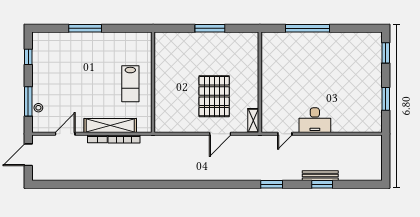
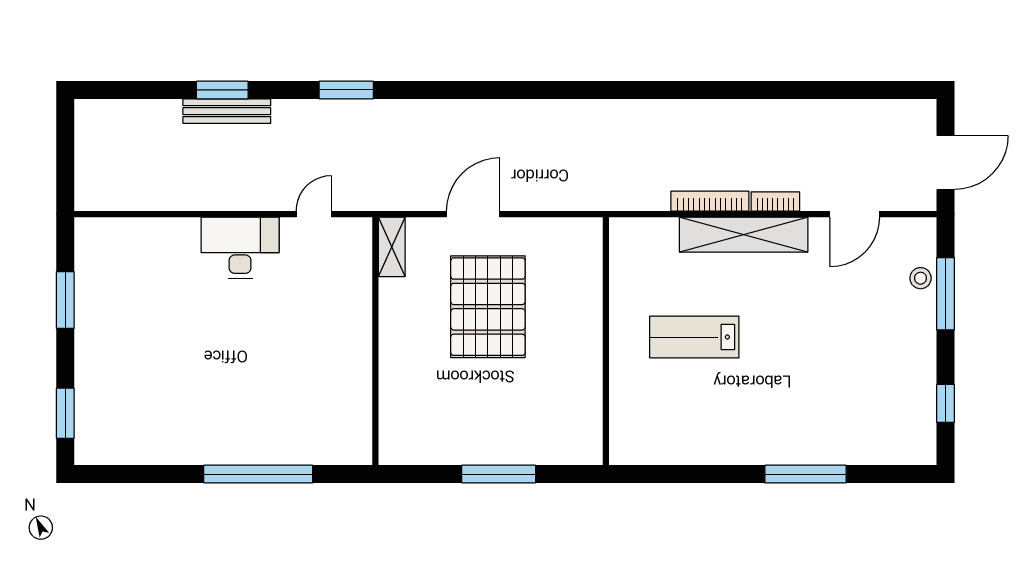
wall: (153, 82) -> (606, 341), moved
lab bench: (130, 84) -> (694, 337), turned -90

